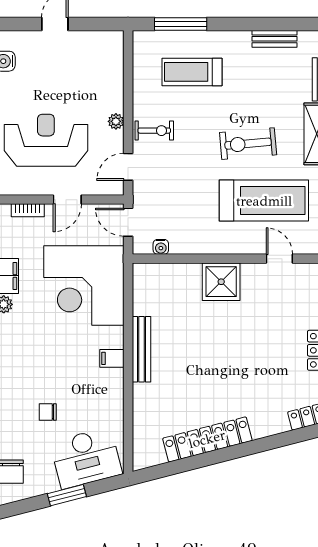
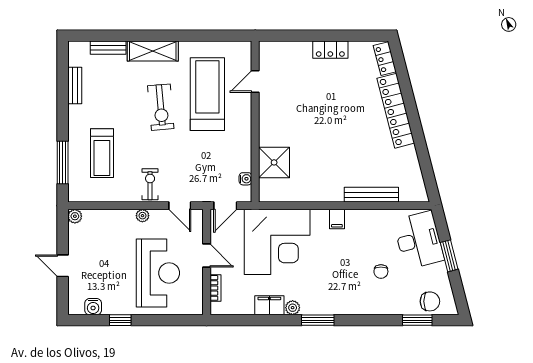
plant: (115, 39) -> (75, 216), added
reception desk: (46, 140) -> (158, 273), turned 180
shower: (221, 282) -> (274, 162), moved
bench: (141, 349) -> (371, 195), moved
locker: (207, 439) -> (396, 111), moved

